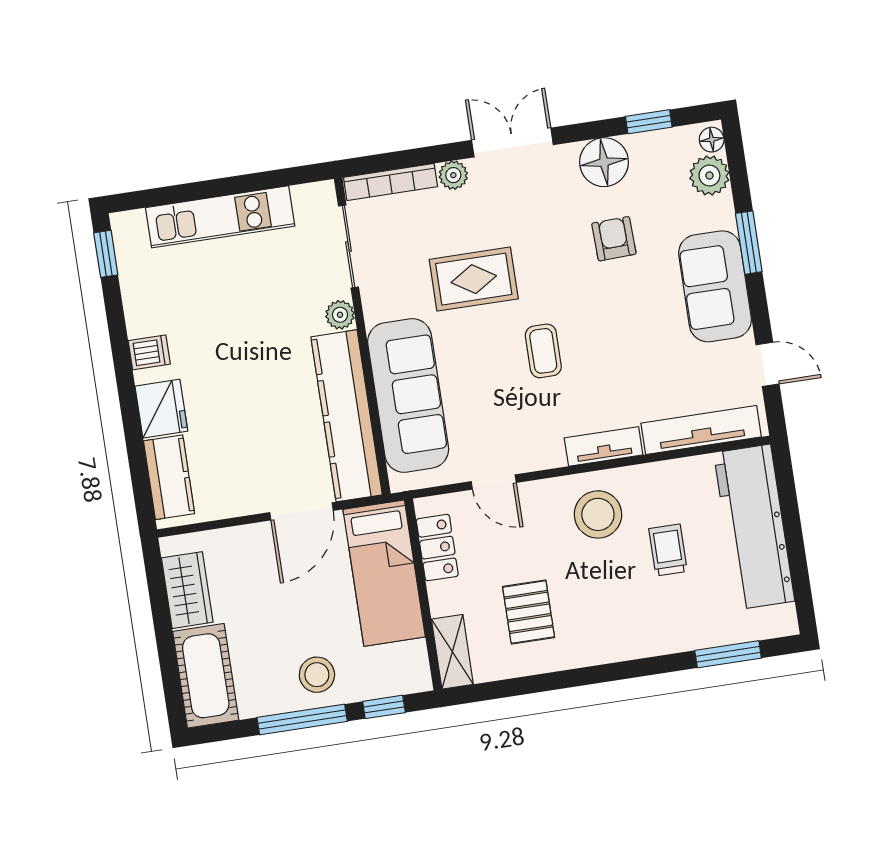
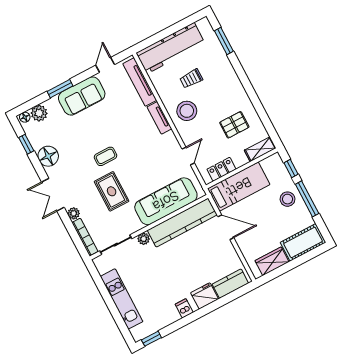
armchair: (614, 239) -> (77, 142), removed
coffee table: (543, 351) -> (105, 156), moved

